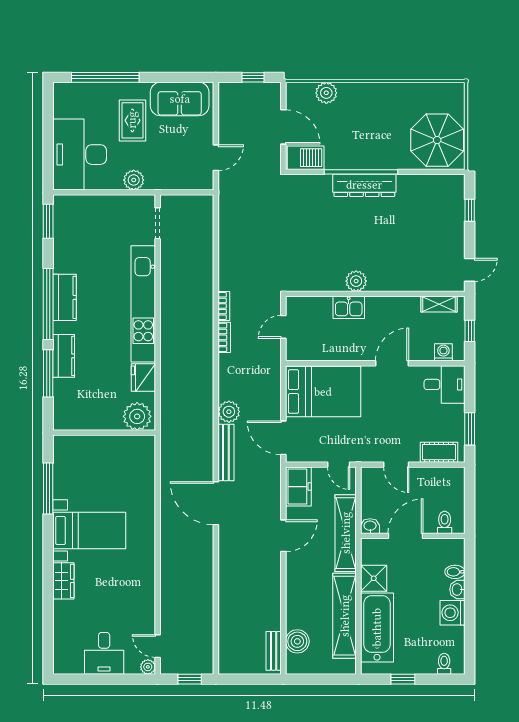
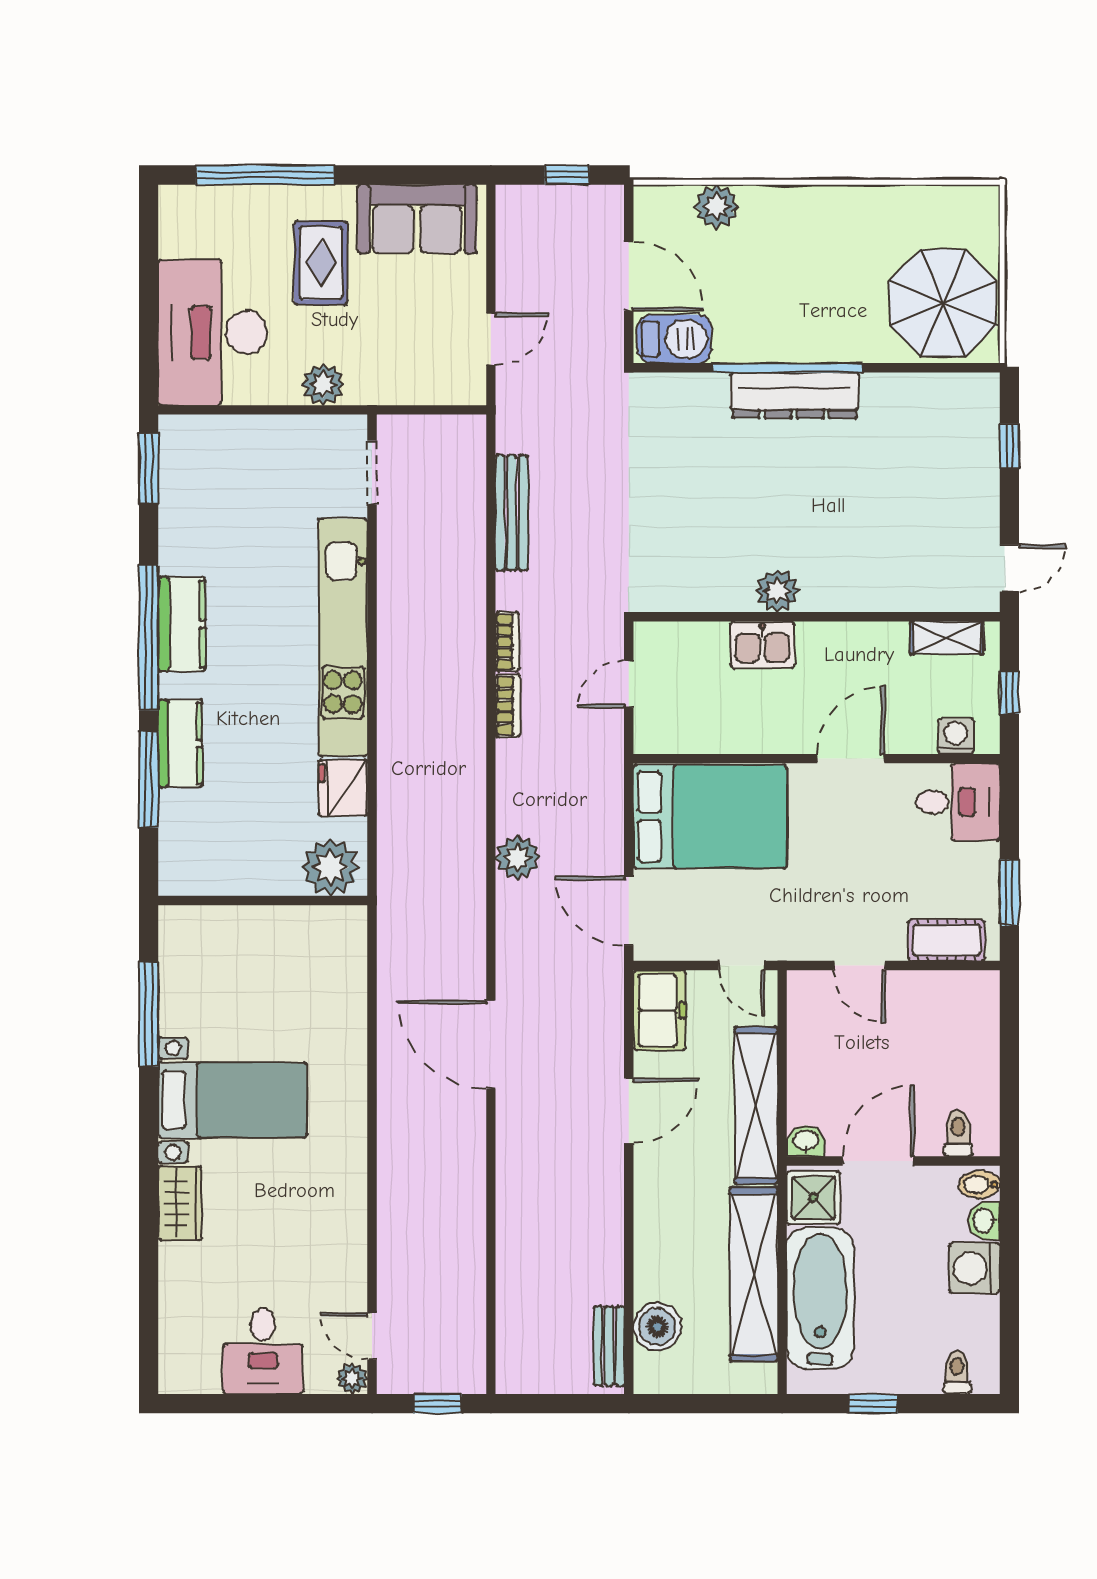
bench: (226, 452) -> (512, 513), moved
toilet: (445, 522) -> (958, 1133), moved
washbasin: (370, 526) -> (806, 1141), moved
door: (406, 536) -> (878, 1161), moved
wall: (413, 536) -> (893, 1161), moved

